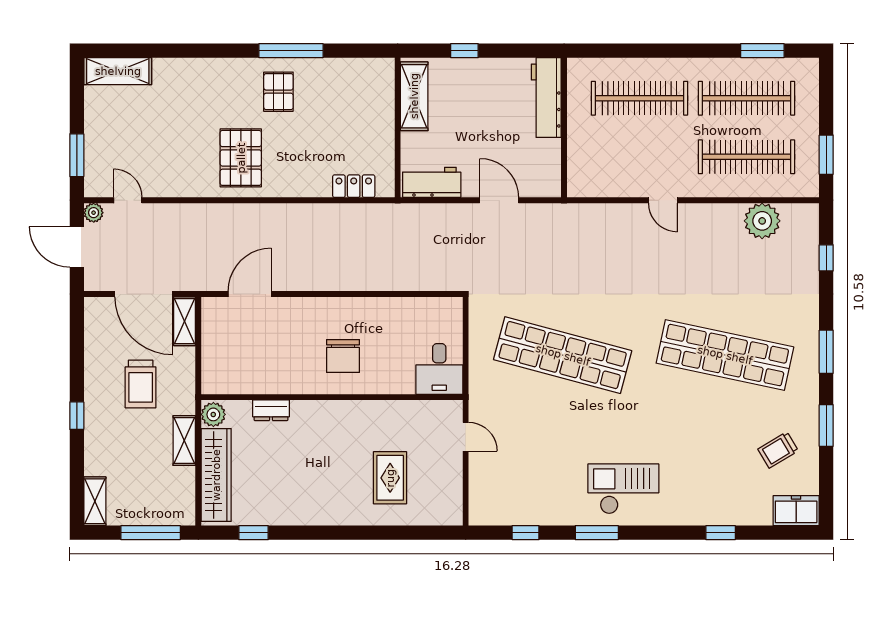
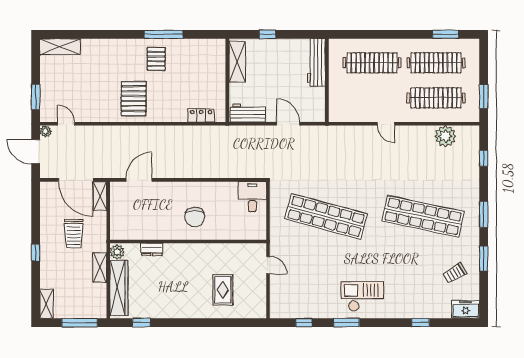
desk: (439, 369) -> (252, 197), moved, turned 180

